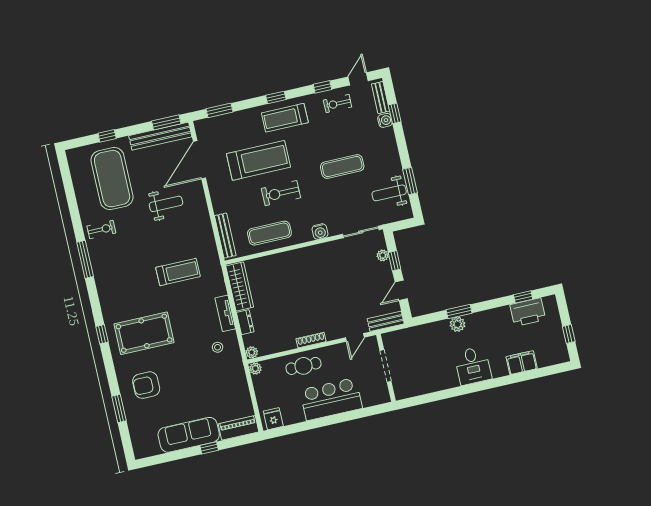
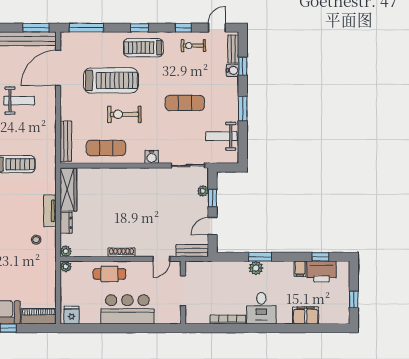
window: (220, 110) -> (86, 28), width x1.44
window: (410, 181) -> (243, 109), moved
filing cabinet: (504, 314) -> (300, 269), added
bookcase: (440, 386) -> (228, 320), added

